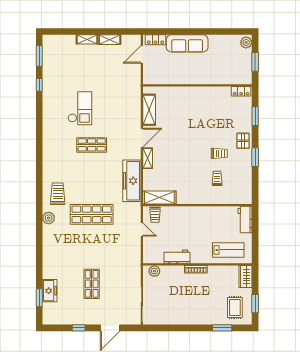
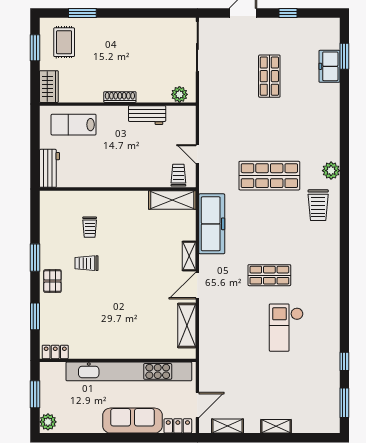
shelving: (110, 40) -> (227, 426), moved
kitchen unit: (190, 78) -> (129, 371), added

